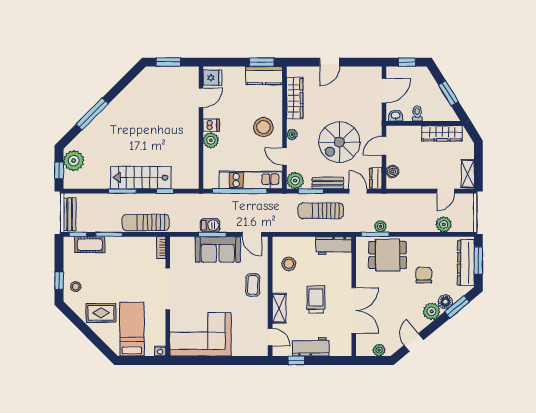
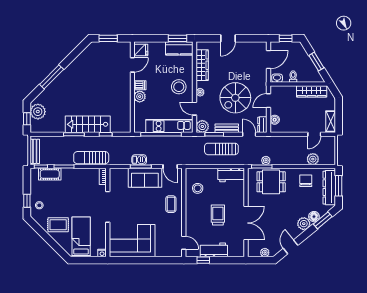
chair: (424, 275) -> (306, 181), moved
shelving: (279, 308) -> (190, 221), removed

